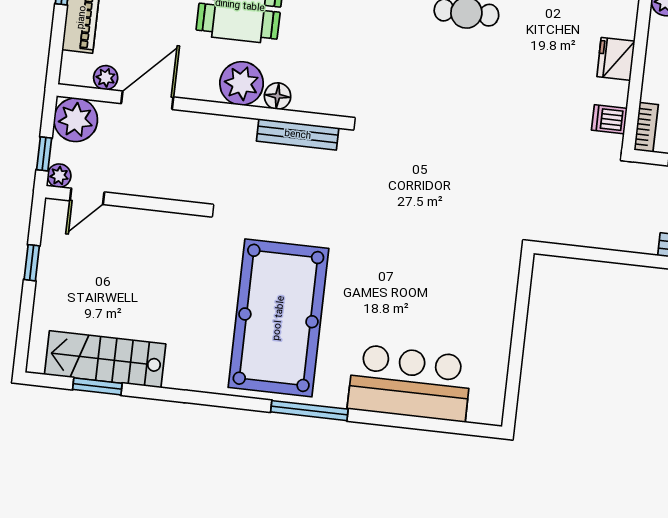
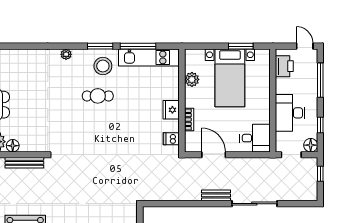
bookcase: (646, 127) -> (189, 120), moved

